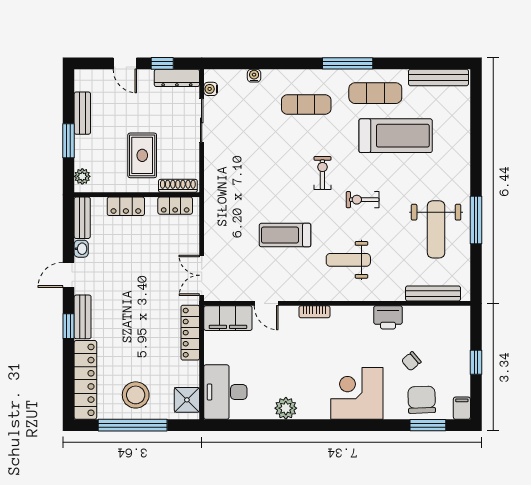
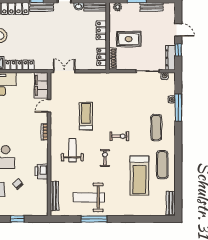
door: (125, 63) -> (178, 30), swing flipped
window: (348, 63) -> (178, 108), moved
bench: (439, 78) -> (171, 203), width x0.73
locker: (190, 333) -> (19, 65), moved

